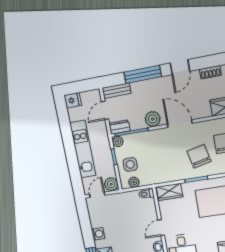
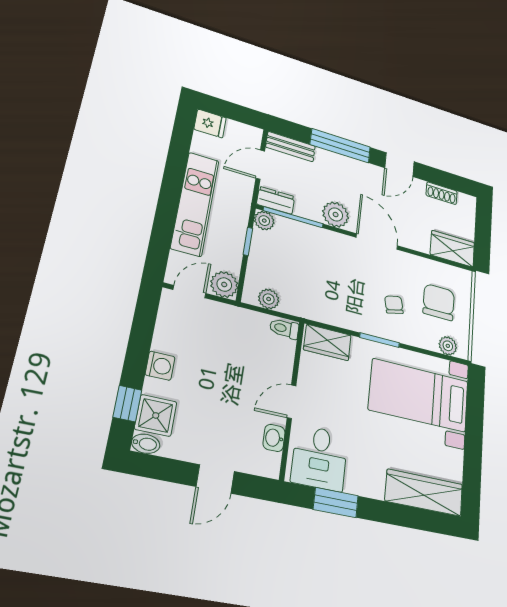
chair: (199, 156) -> (394, 305), width x0.54, depth x0.54
side table: (130, 164) -> (273, 267), removed

